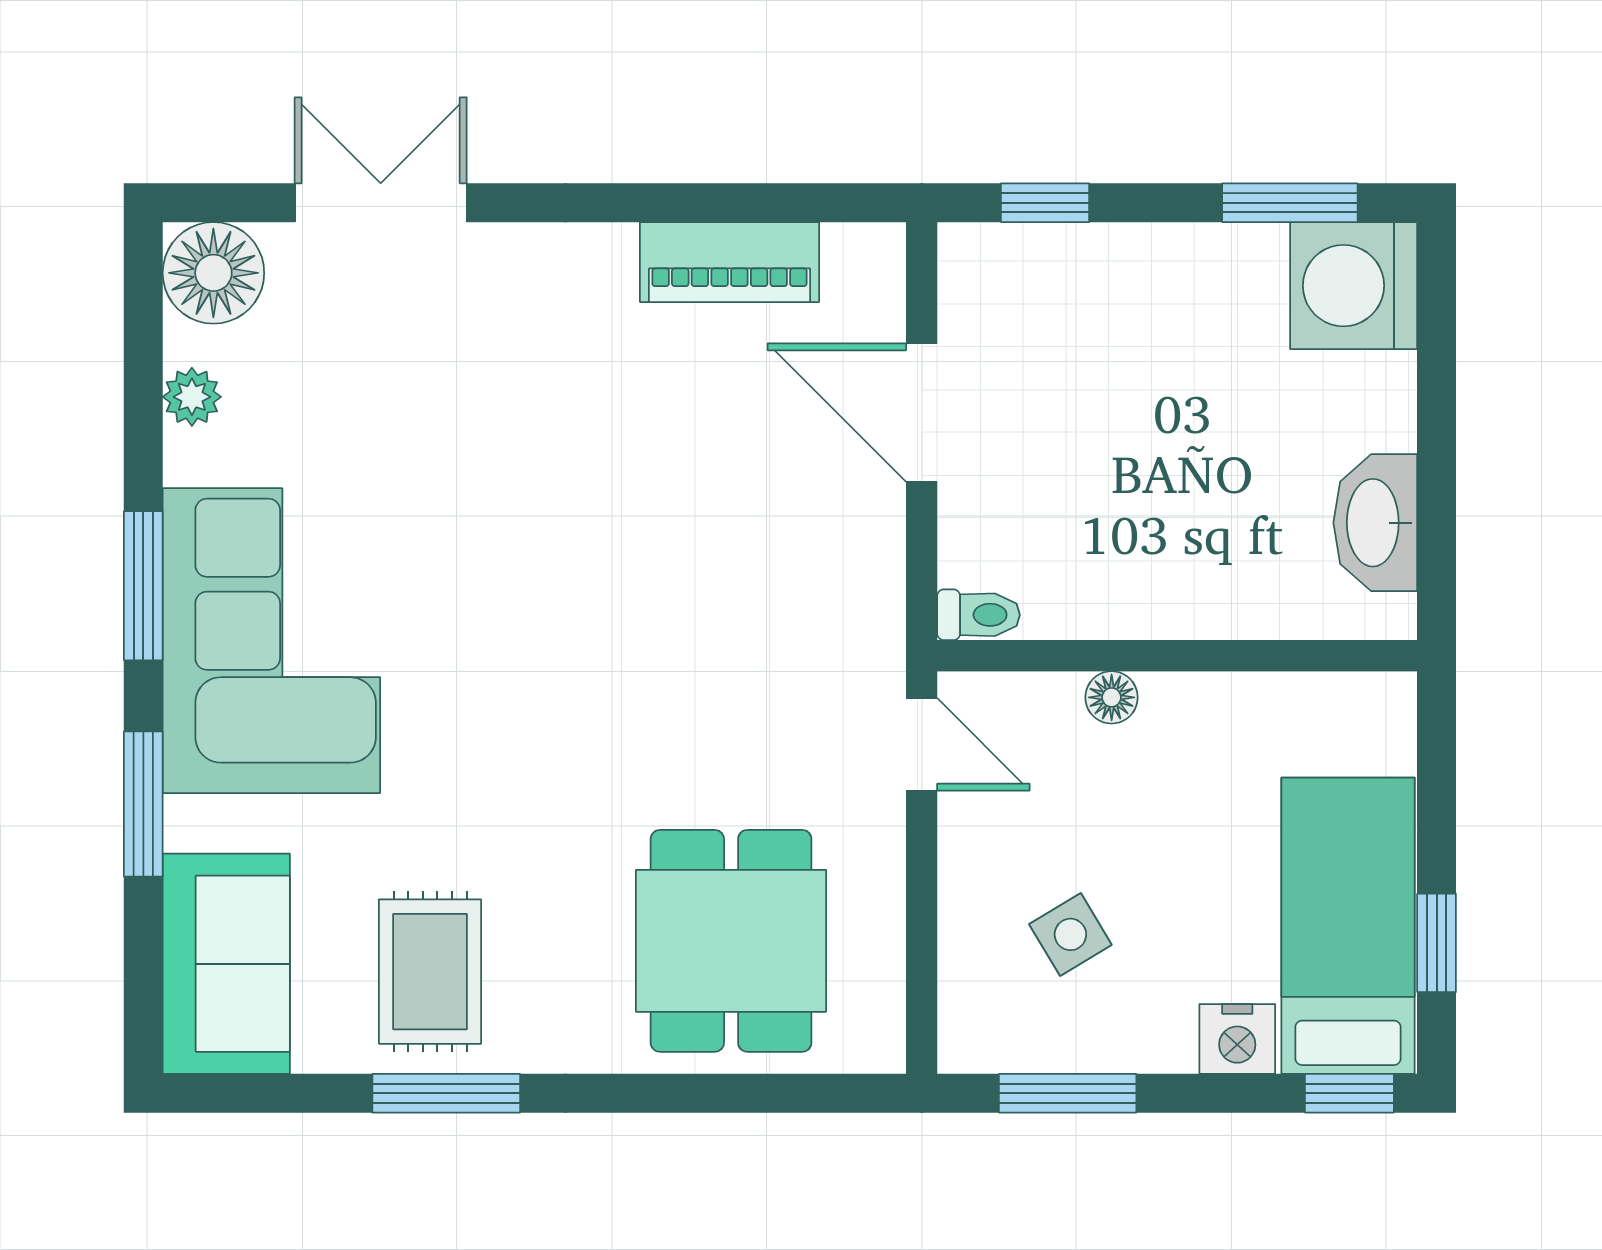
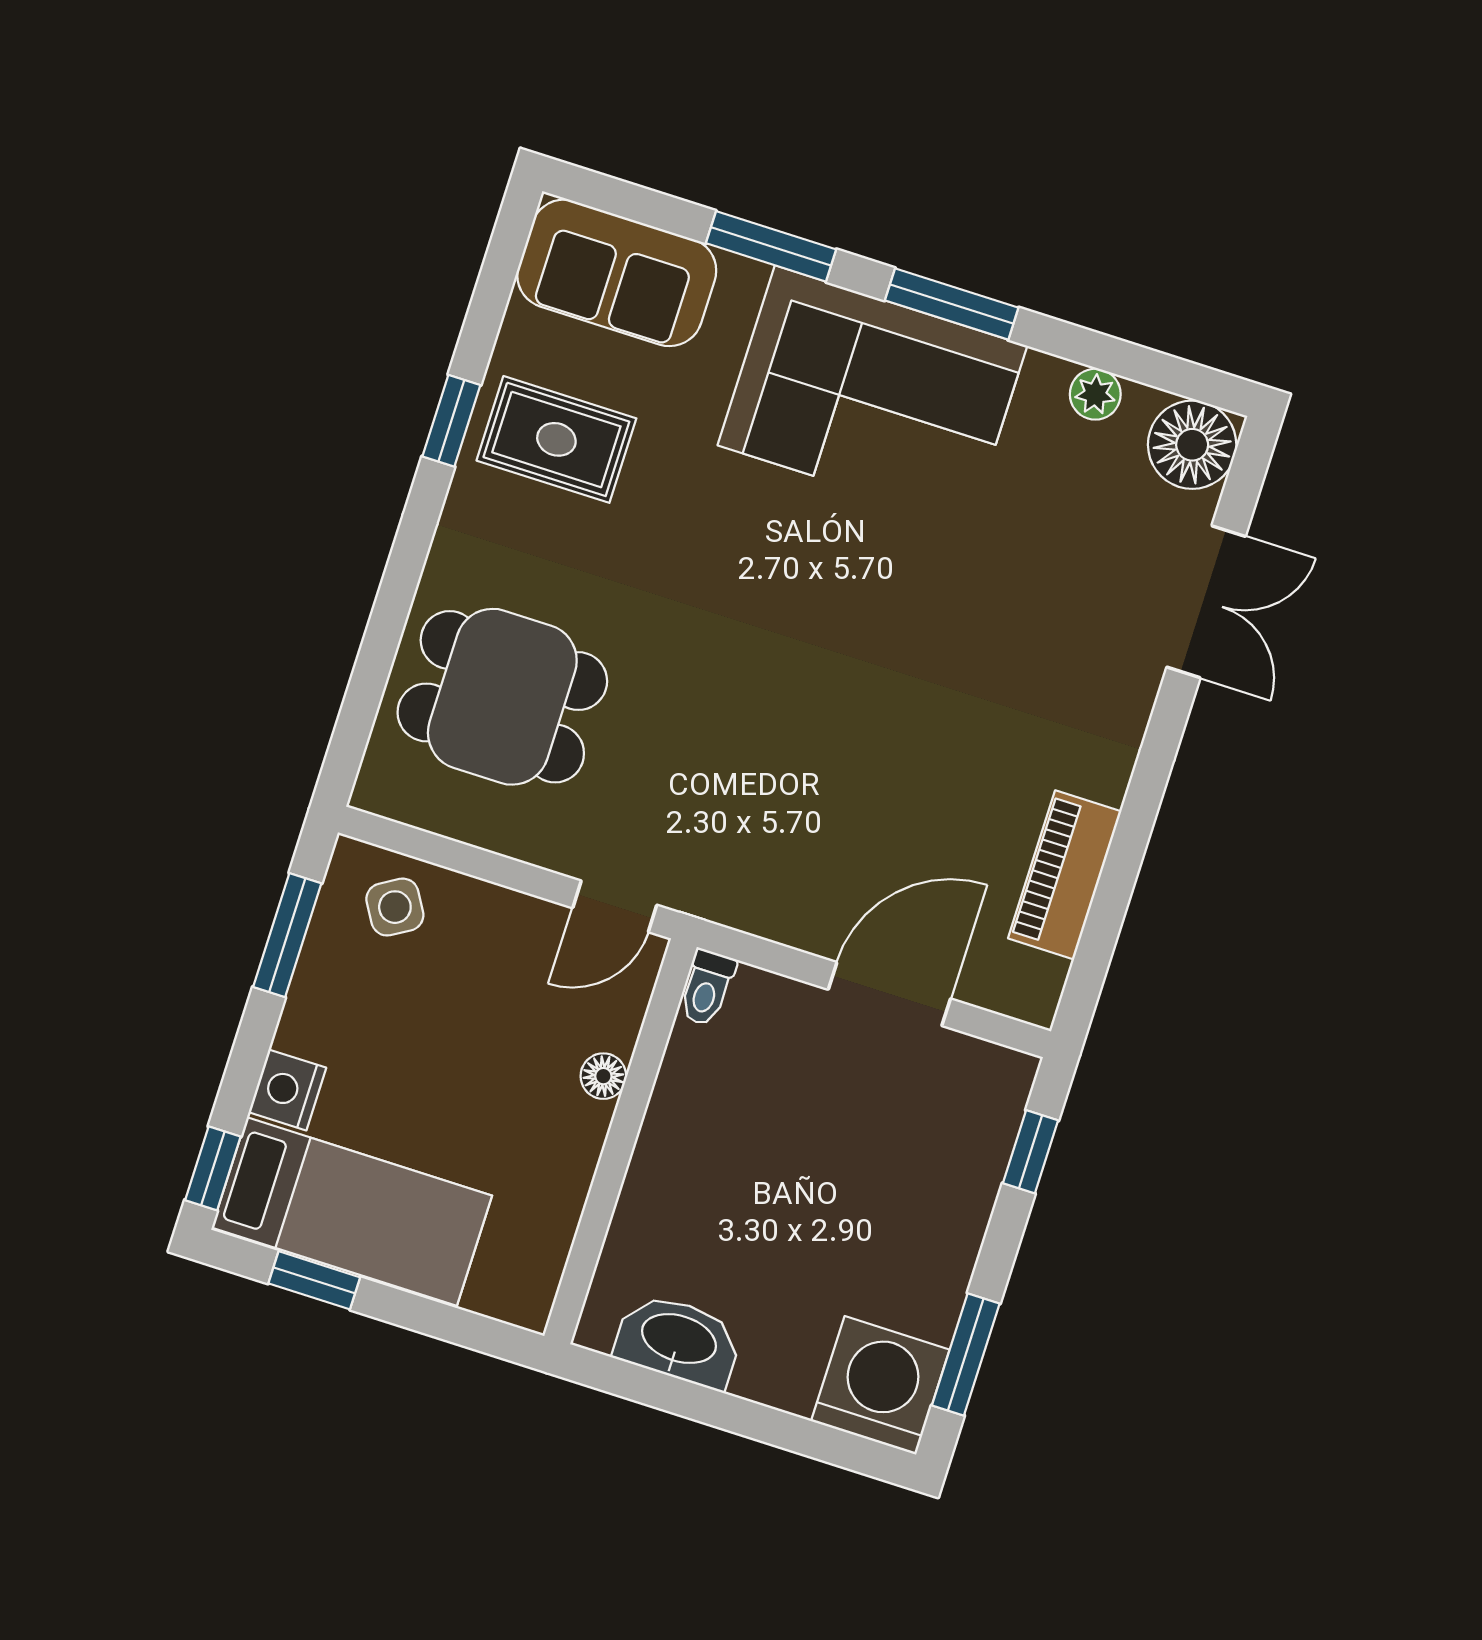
side table: (1070, 934) -> (395, 907), moved
window: (446, 1093) -> (451, 421), width x0.67

